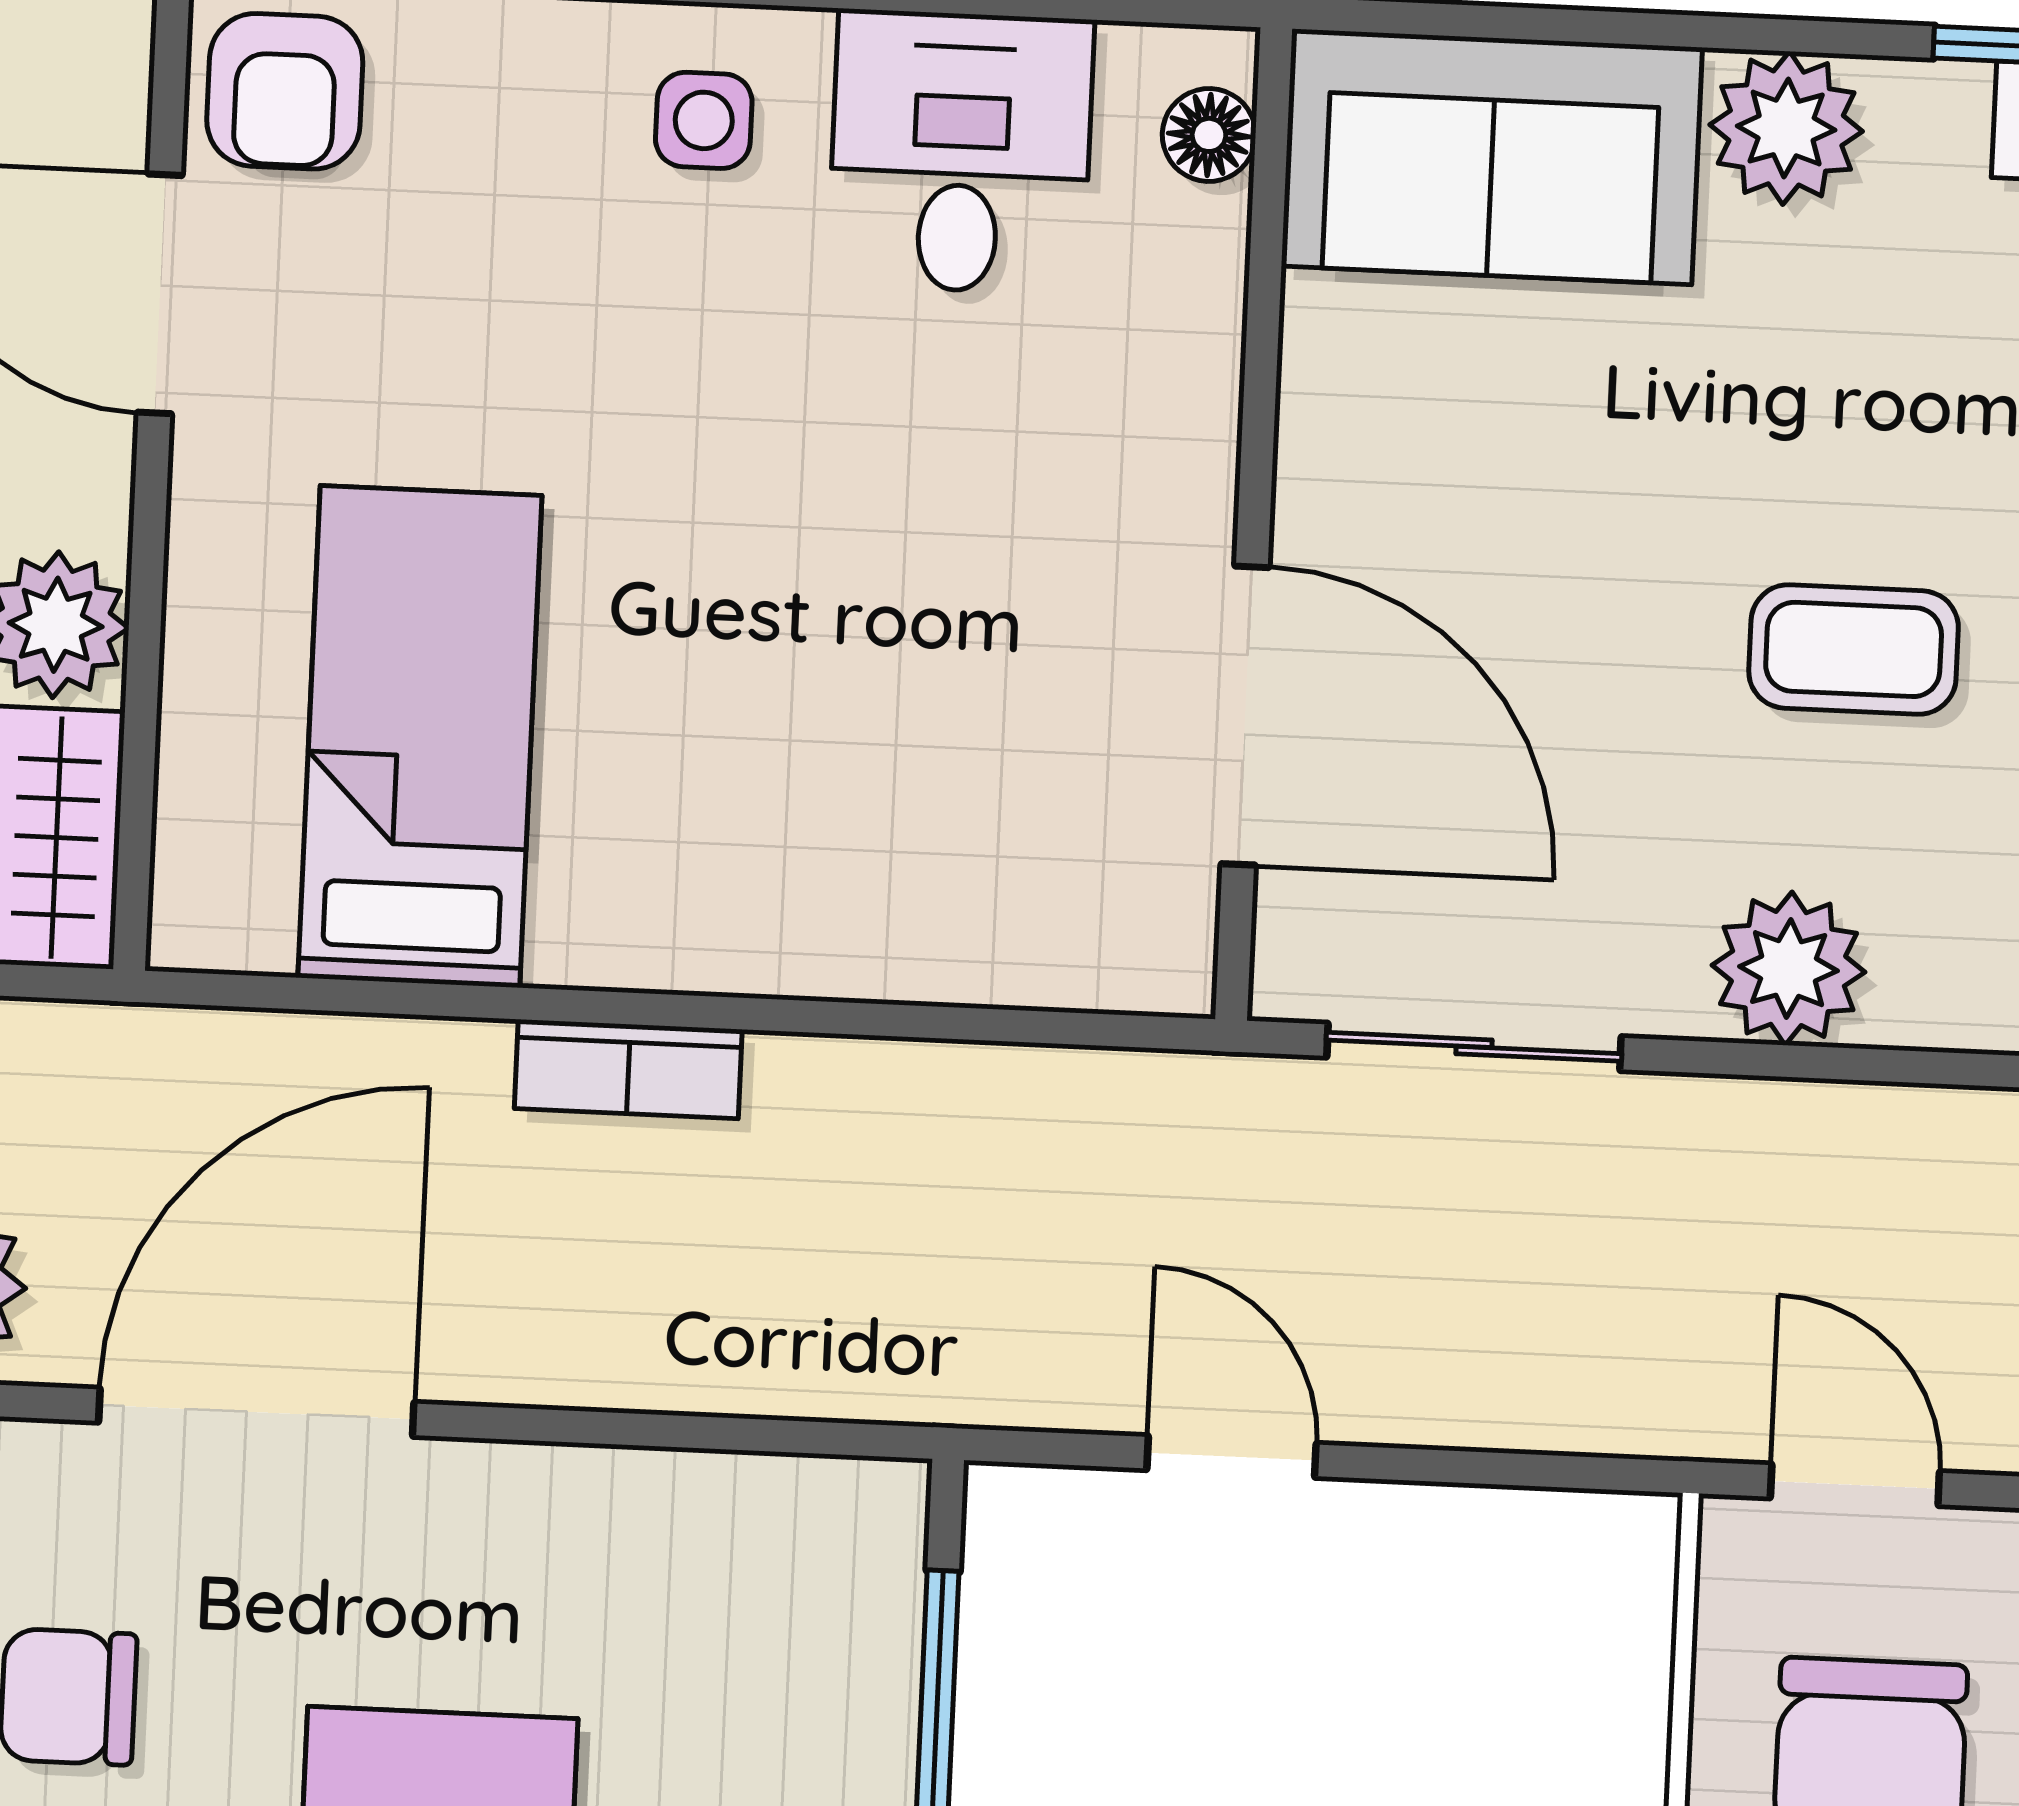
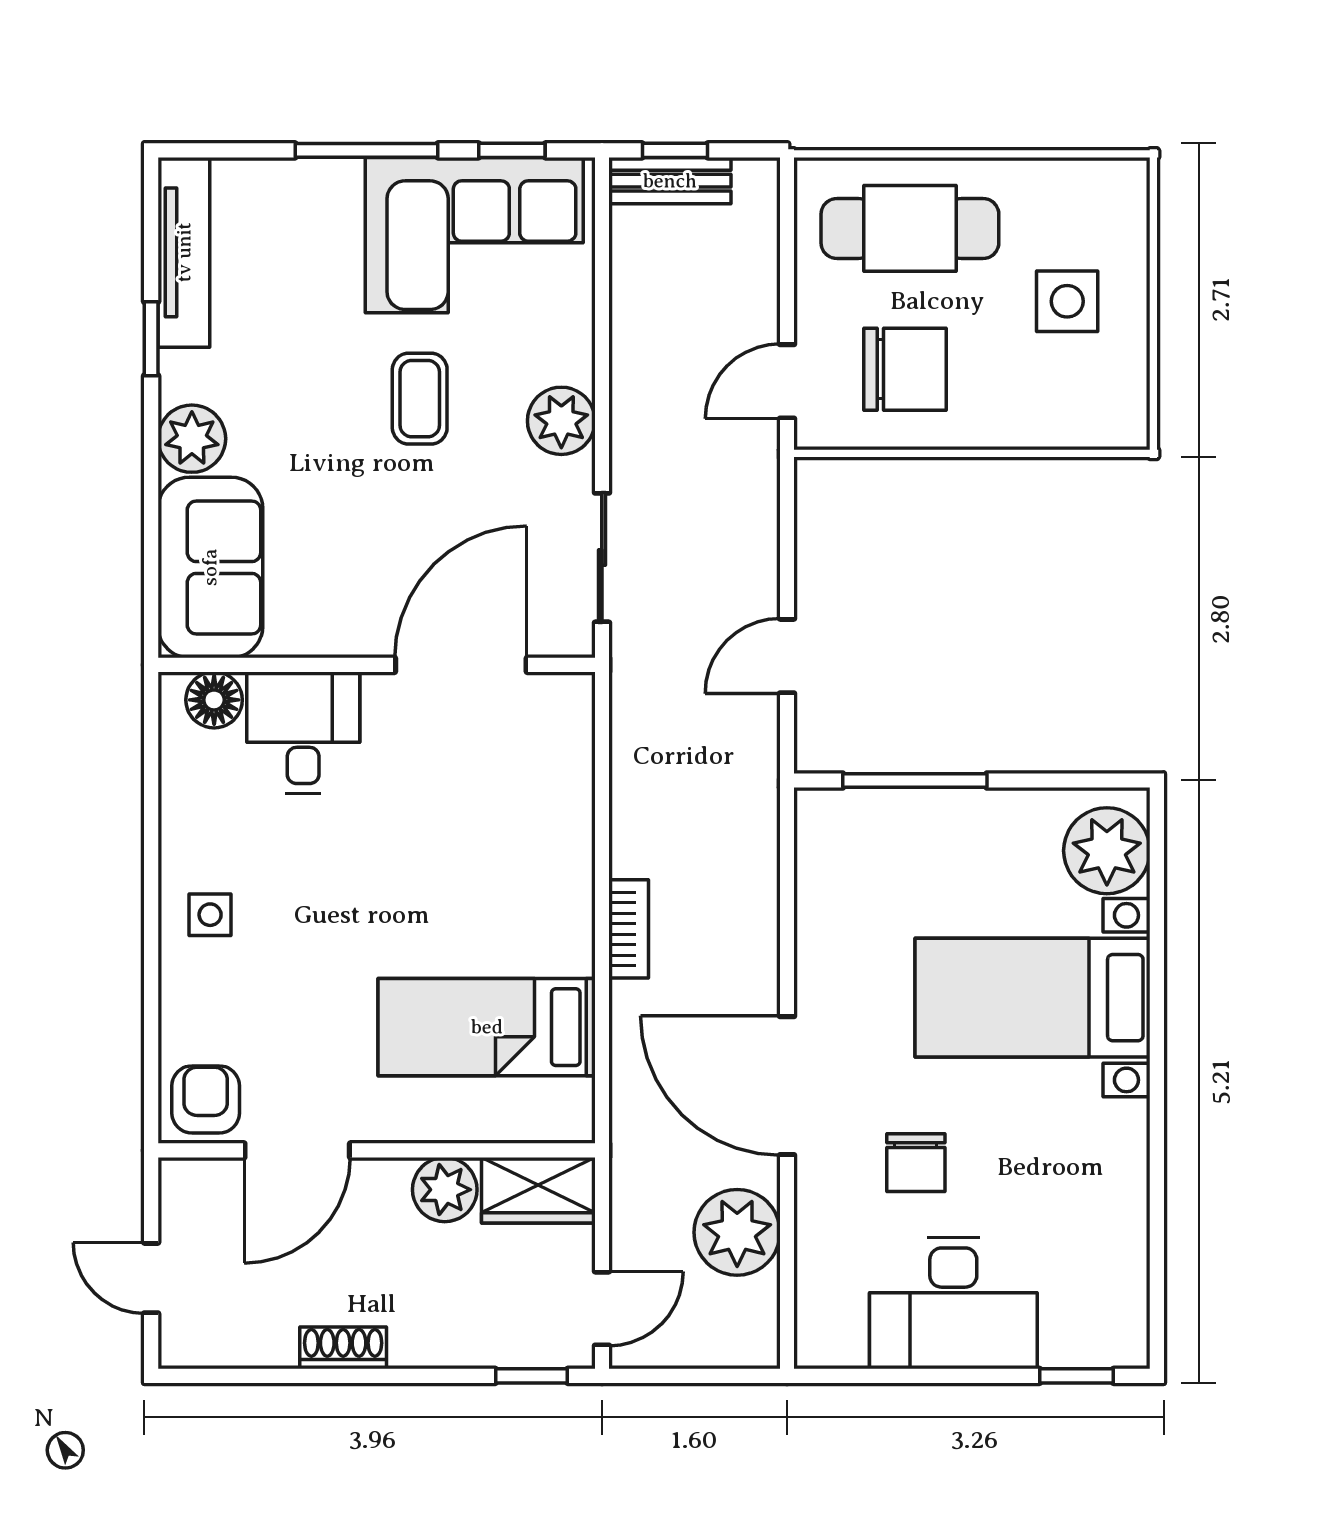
armchair: (285, 91) -> (206, 1099), turned -90
floor lamp: (1209, 135) -> (214, 700), width x1.37, depth x1.37
desk: (961, 152) -> (303, 733), moved, turned 90

